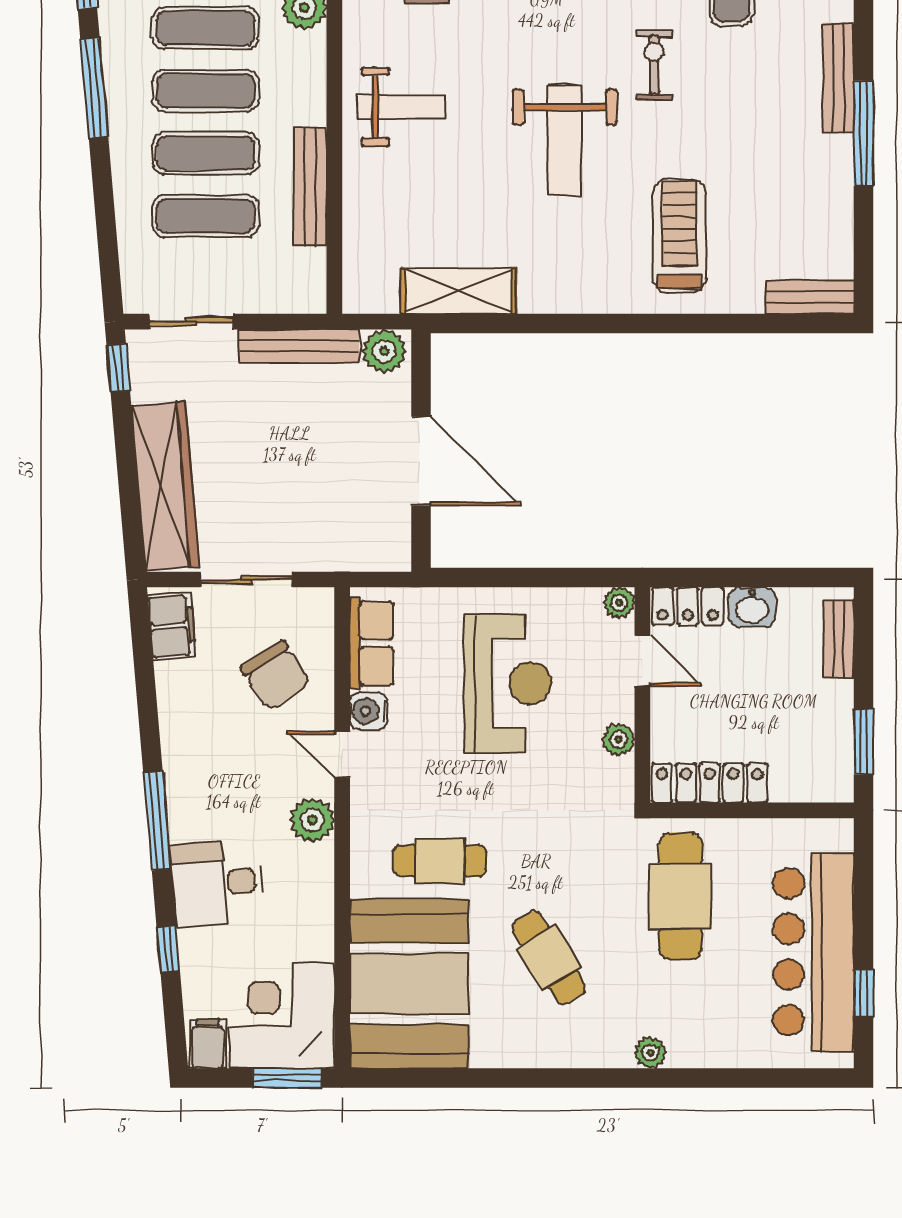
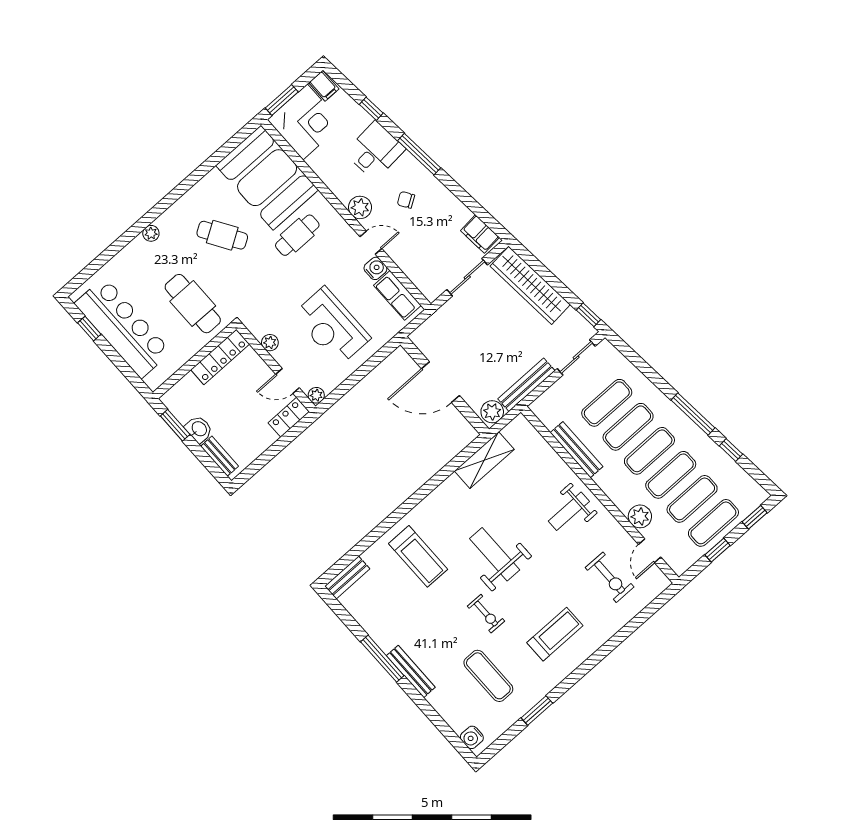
washbasin: (752, 607) -> (199, 429), moved, turned 90
chair: (276, 675) -> (406, 200), moved, width x0.54, depth x0.54

